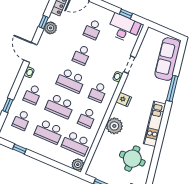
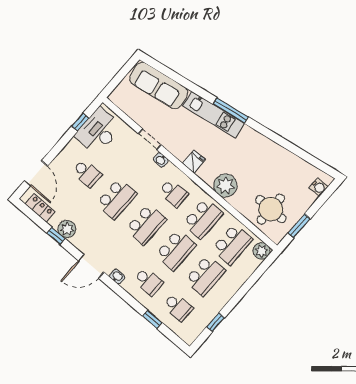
school desk: (82, 55) -> (116, 199), width x1.85
window: (172, 88) -> (231, 111), moved
school desk: (87, 118) -> (203, 219), width x1.85
kitchen unit: (155, 124) -> (213, 114), moved
round table: (132, 159) -> (271, 209), moved

